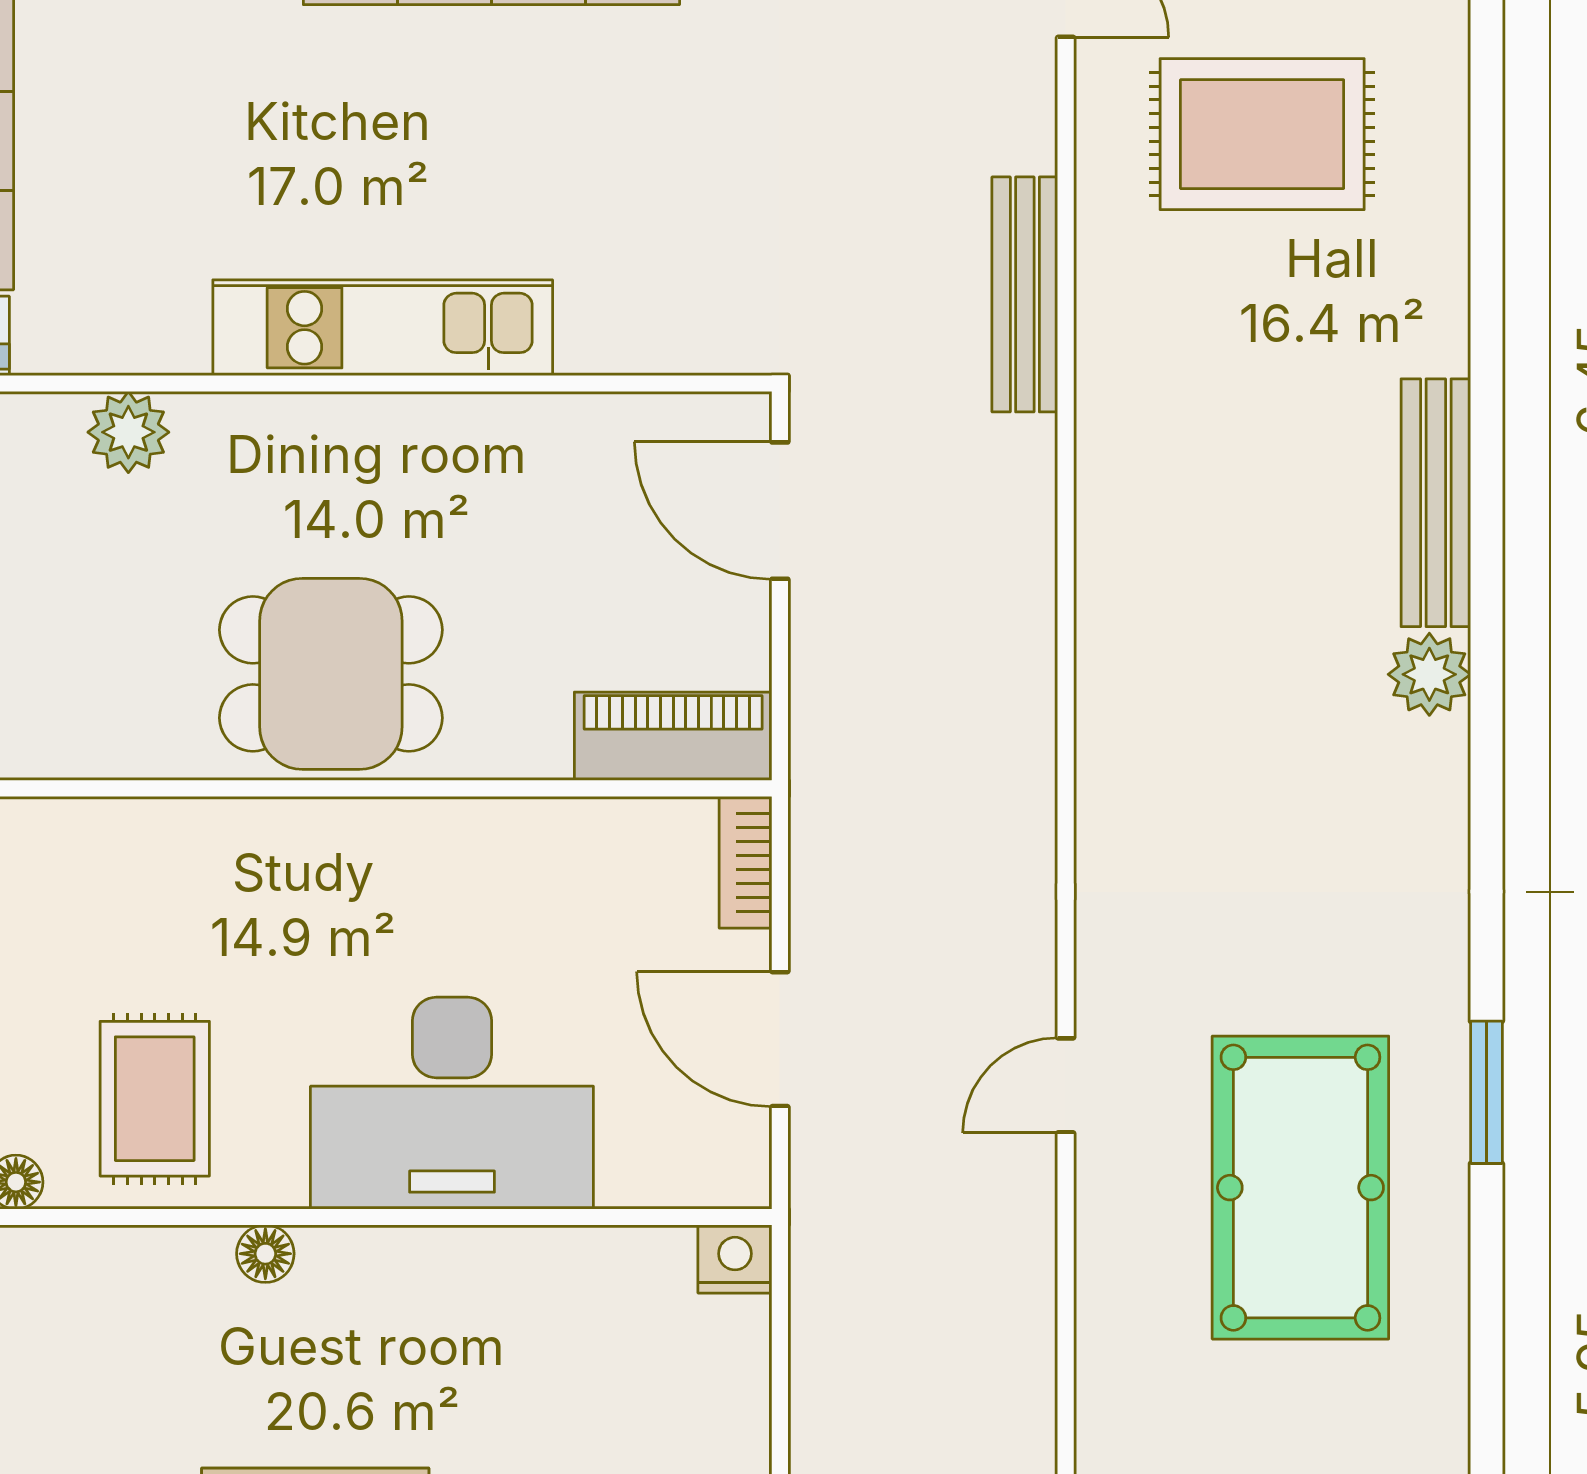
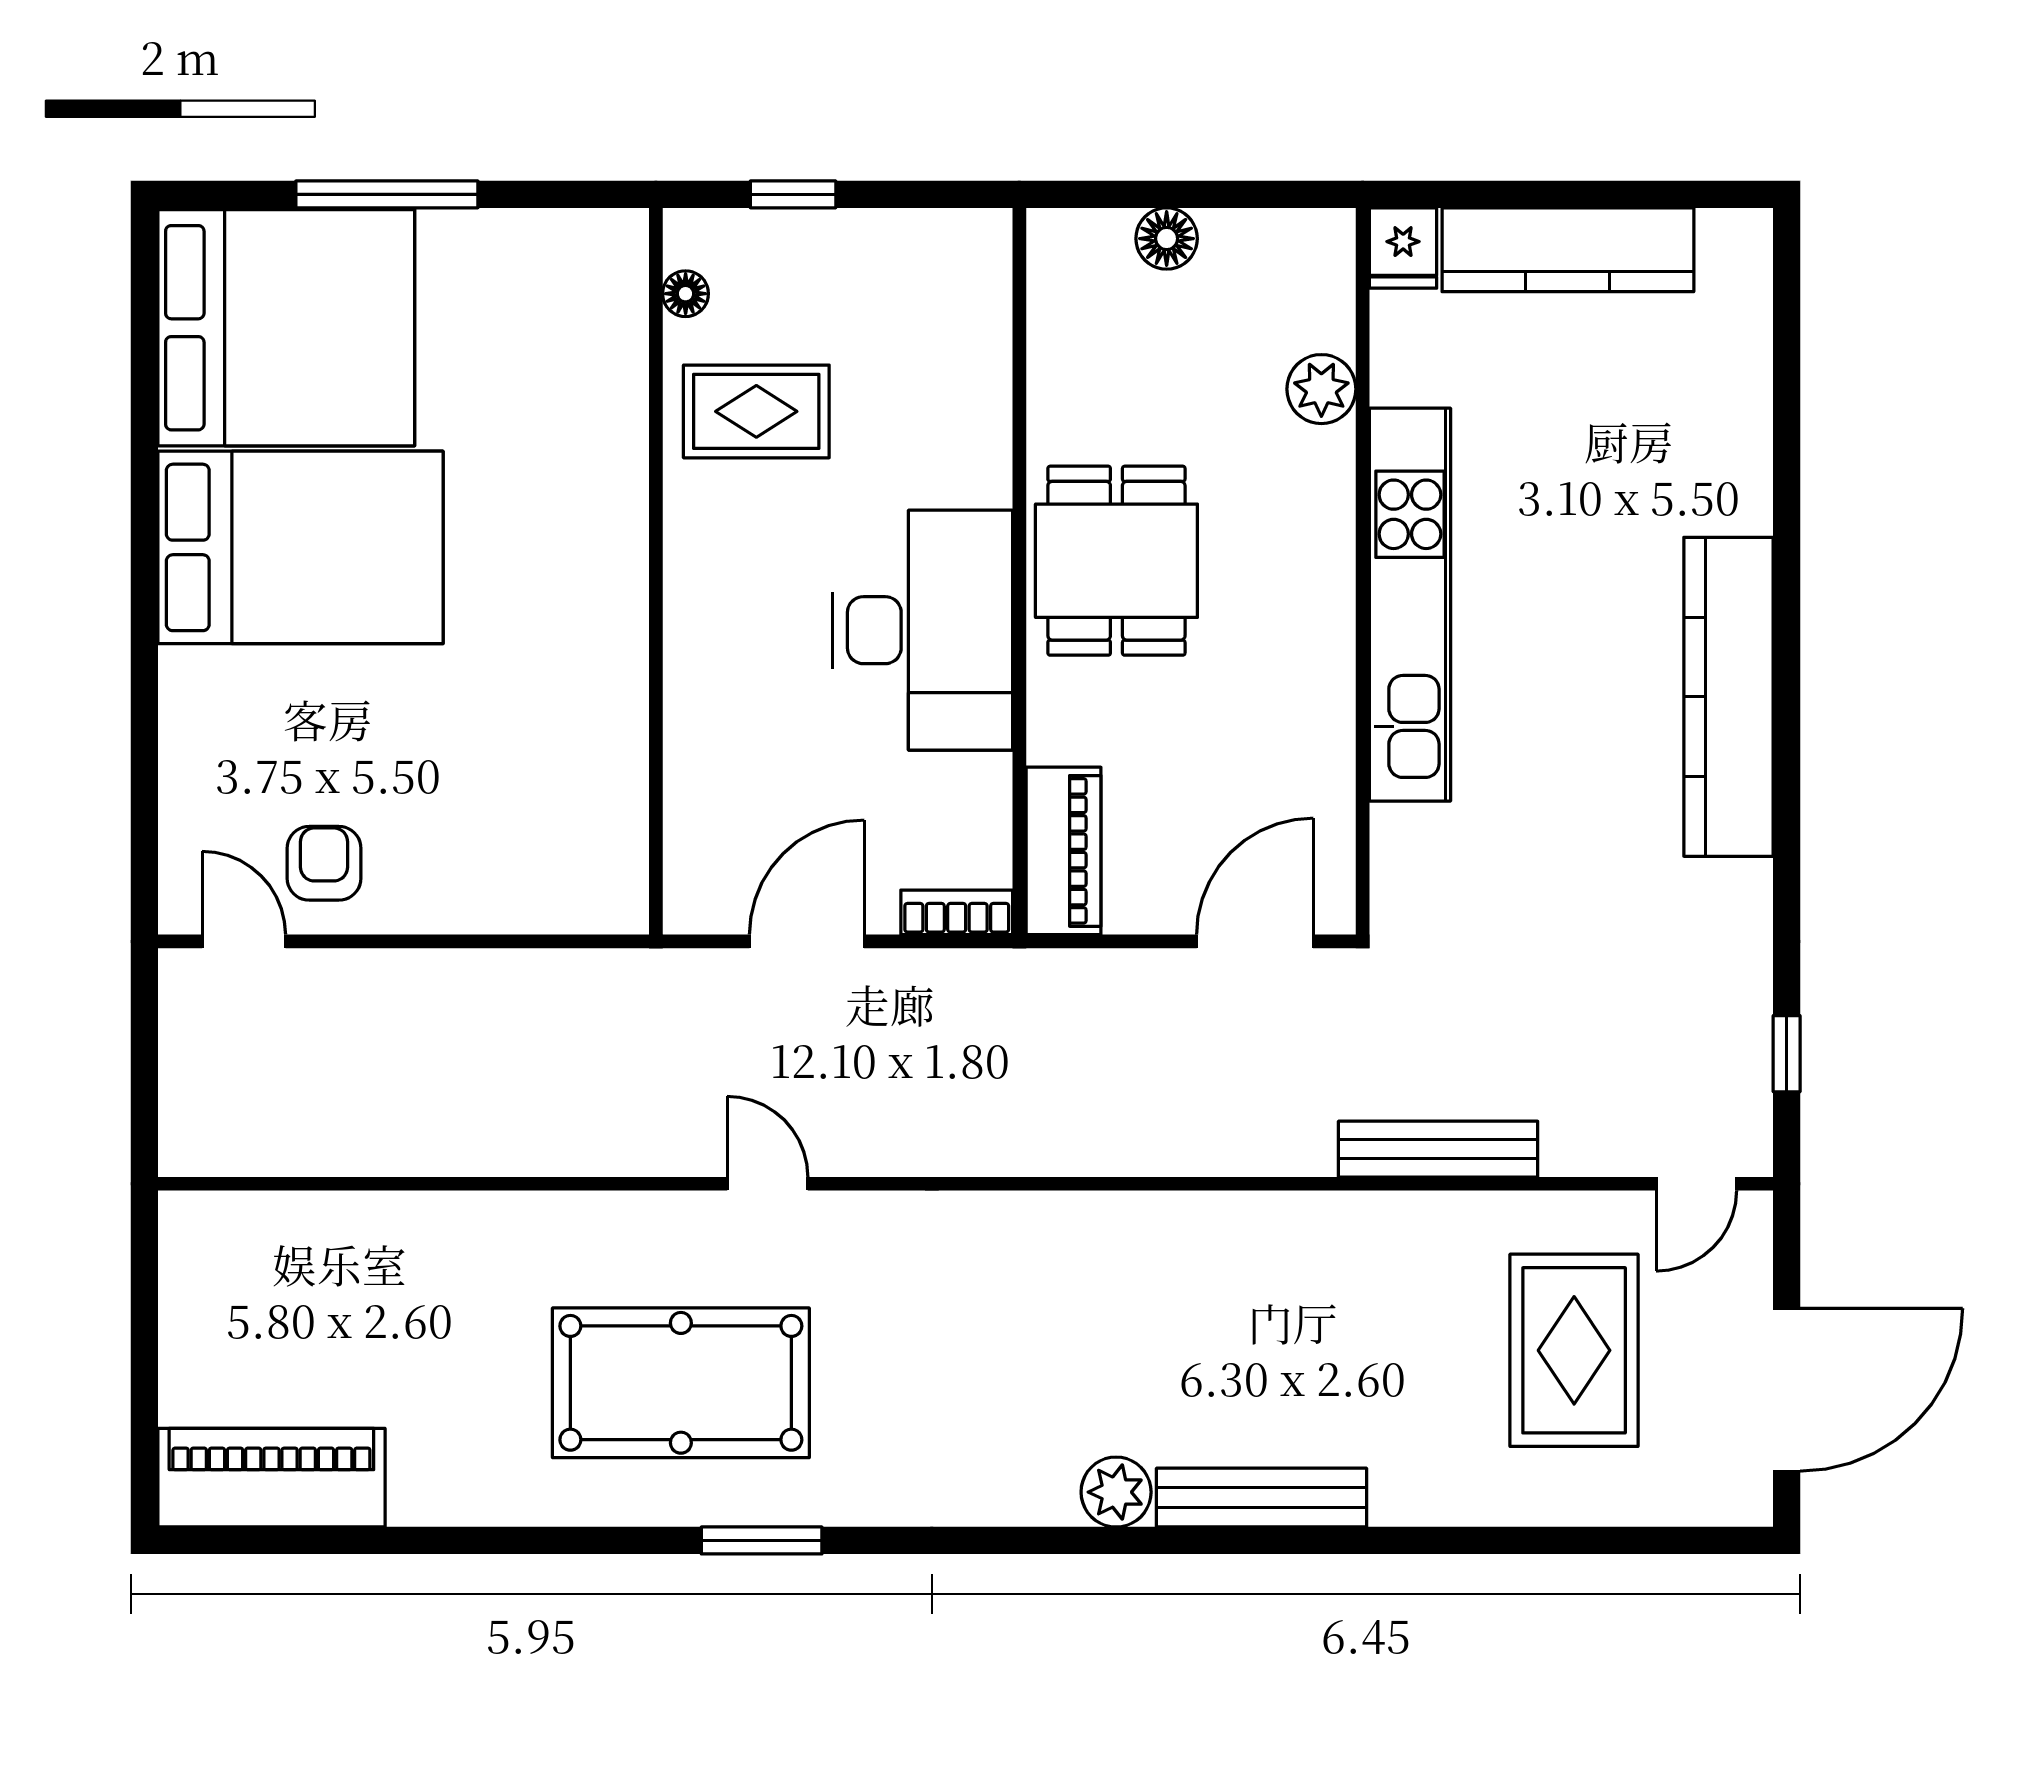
kitchen unit: (383, 328) -> (1410, 605), width x1.36
desk: (452, 1103) -> (923, 630), moved, turned 180
floor lamp: (265, 1254) -> (625, 505), removed
nightstand: (735, 1259) -> (620, 903), removed

